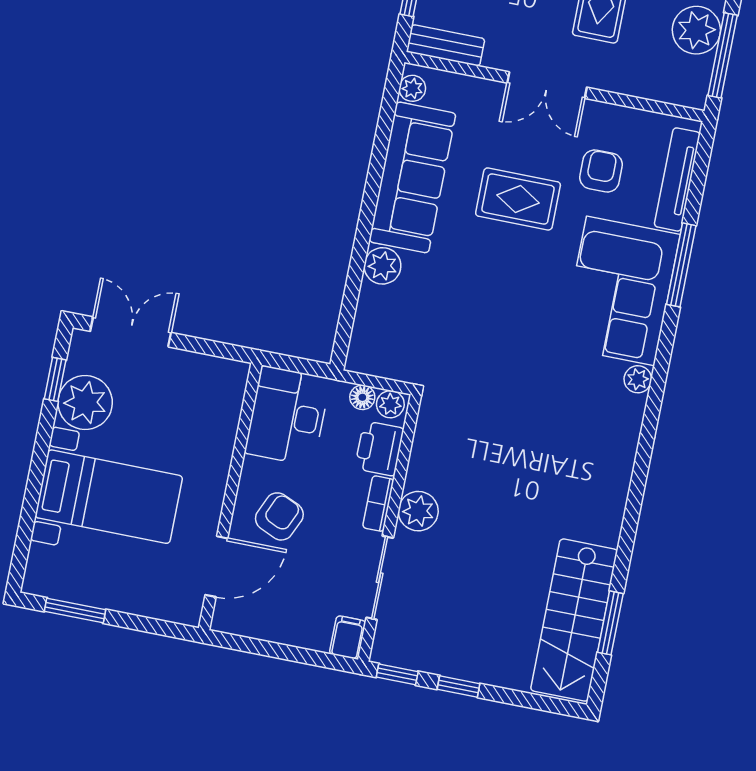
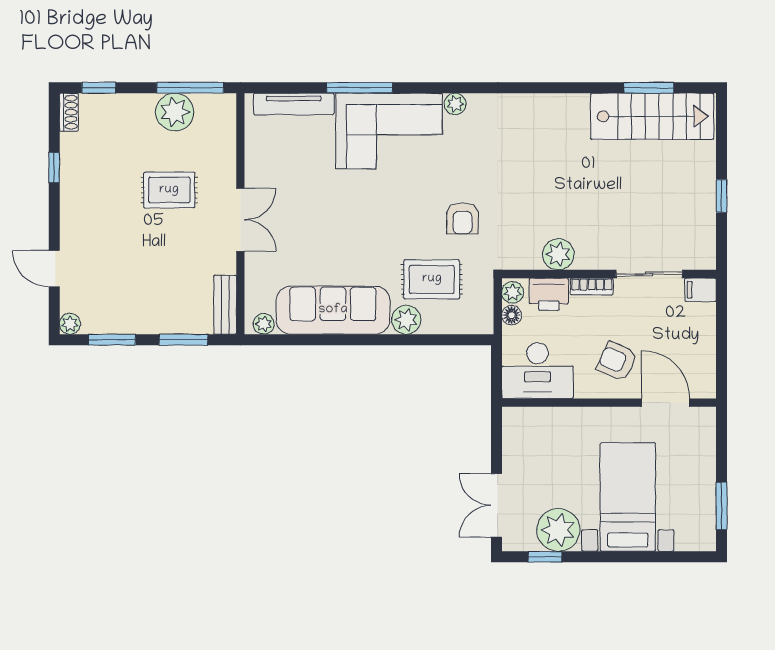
armchair: (601, 171) -> (462, 218), moved, turned -90
rug: (518, 199) -> (432, 279), moved, turned 90
plant: (418, 511) -> (558, 254), moved
window: (397, 674) -> (722, 246), removed

